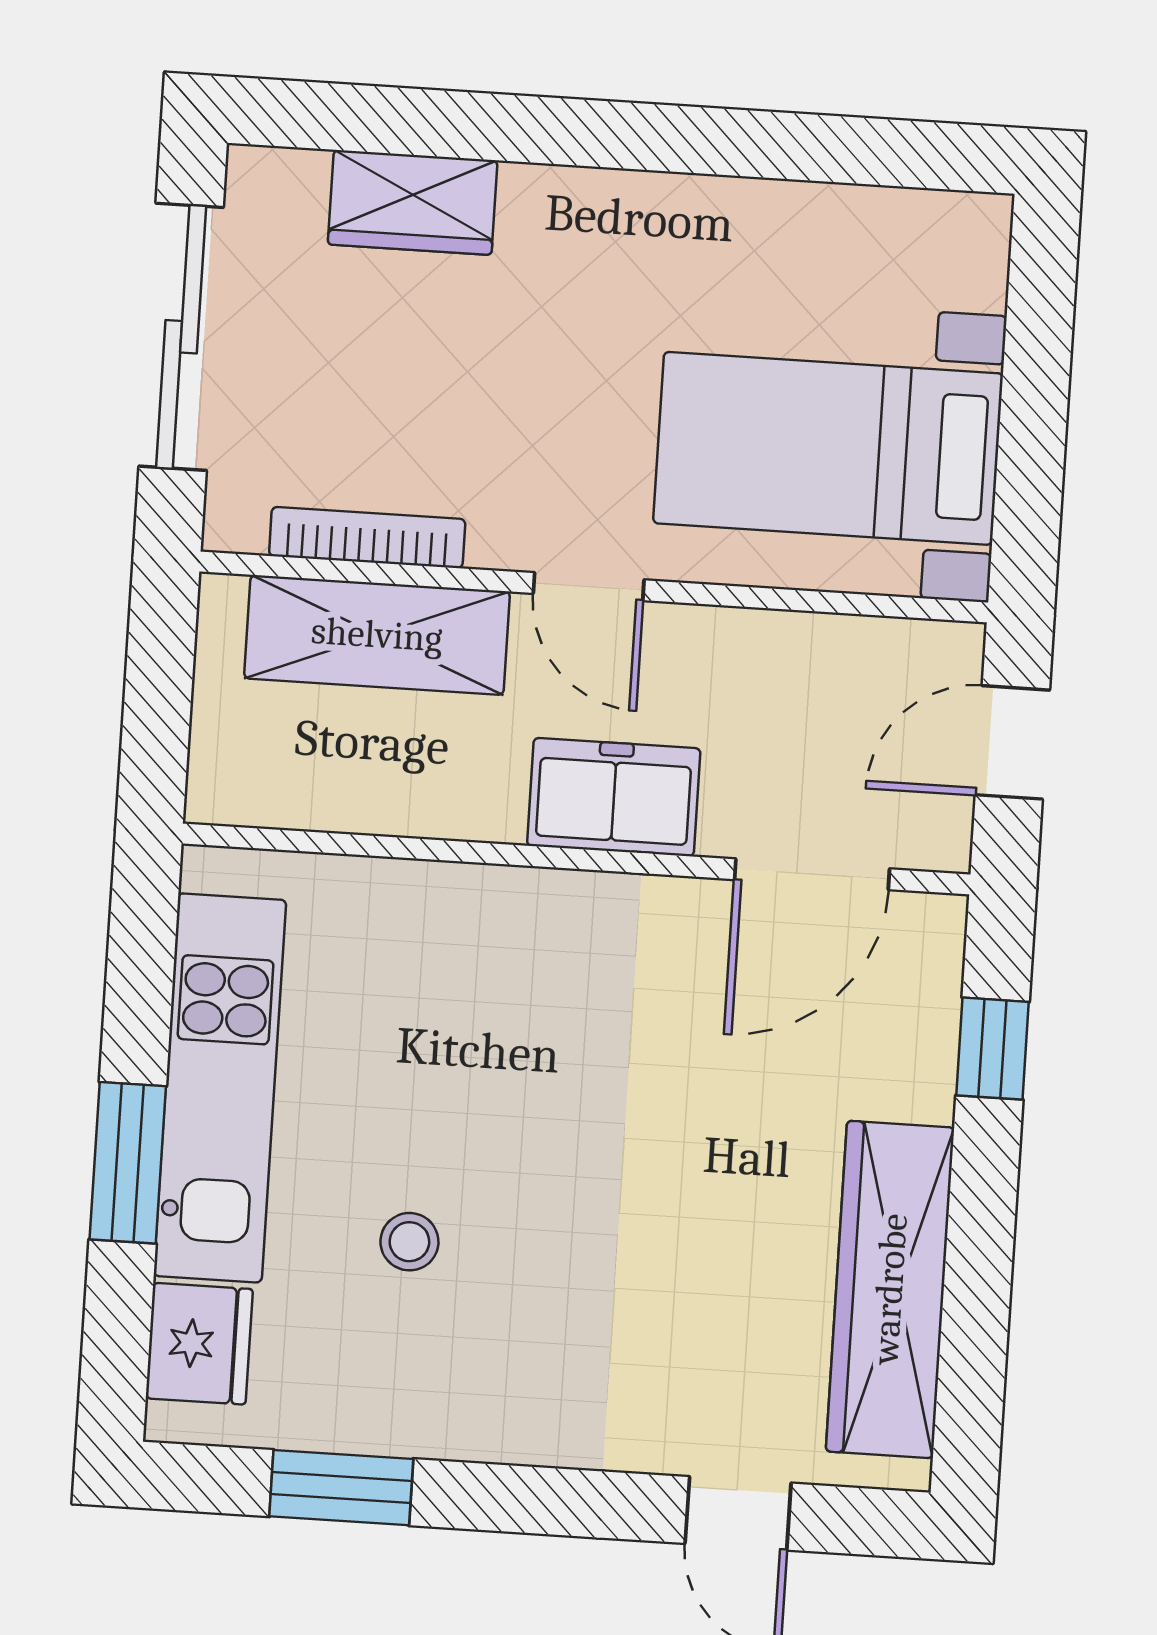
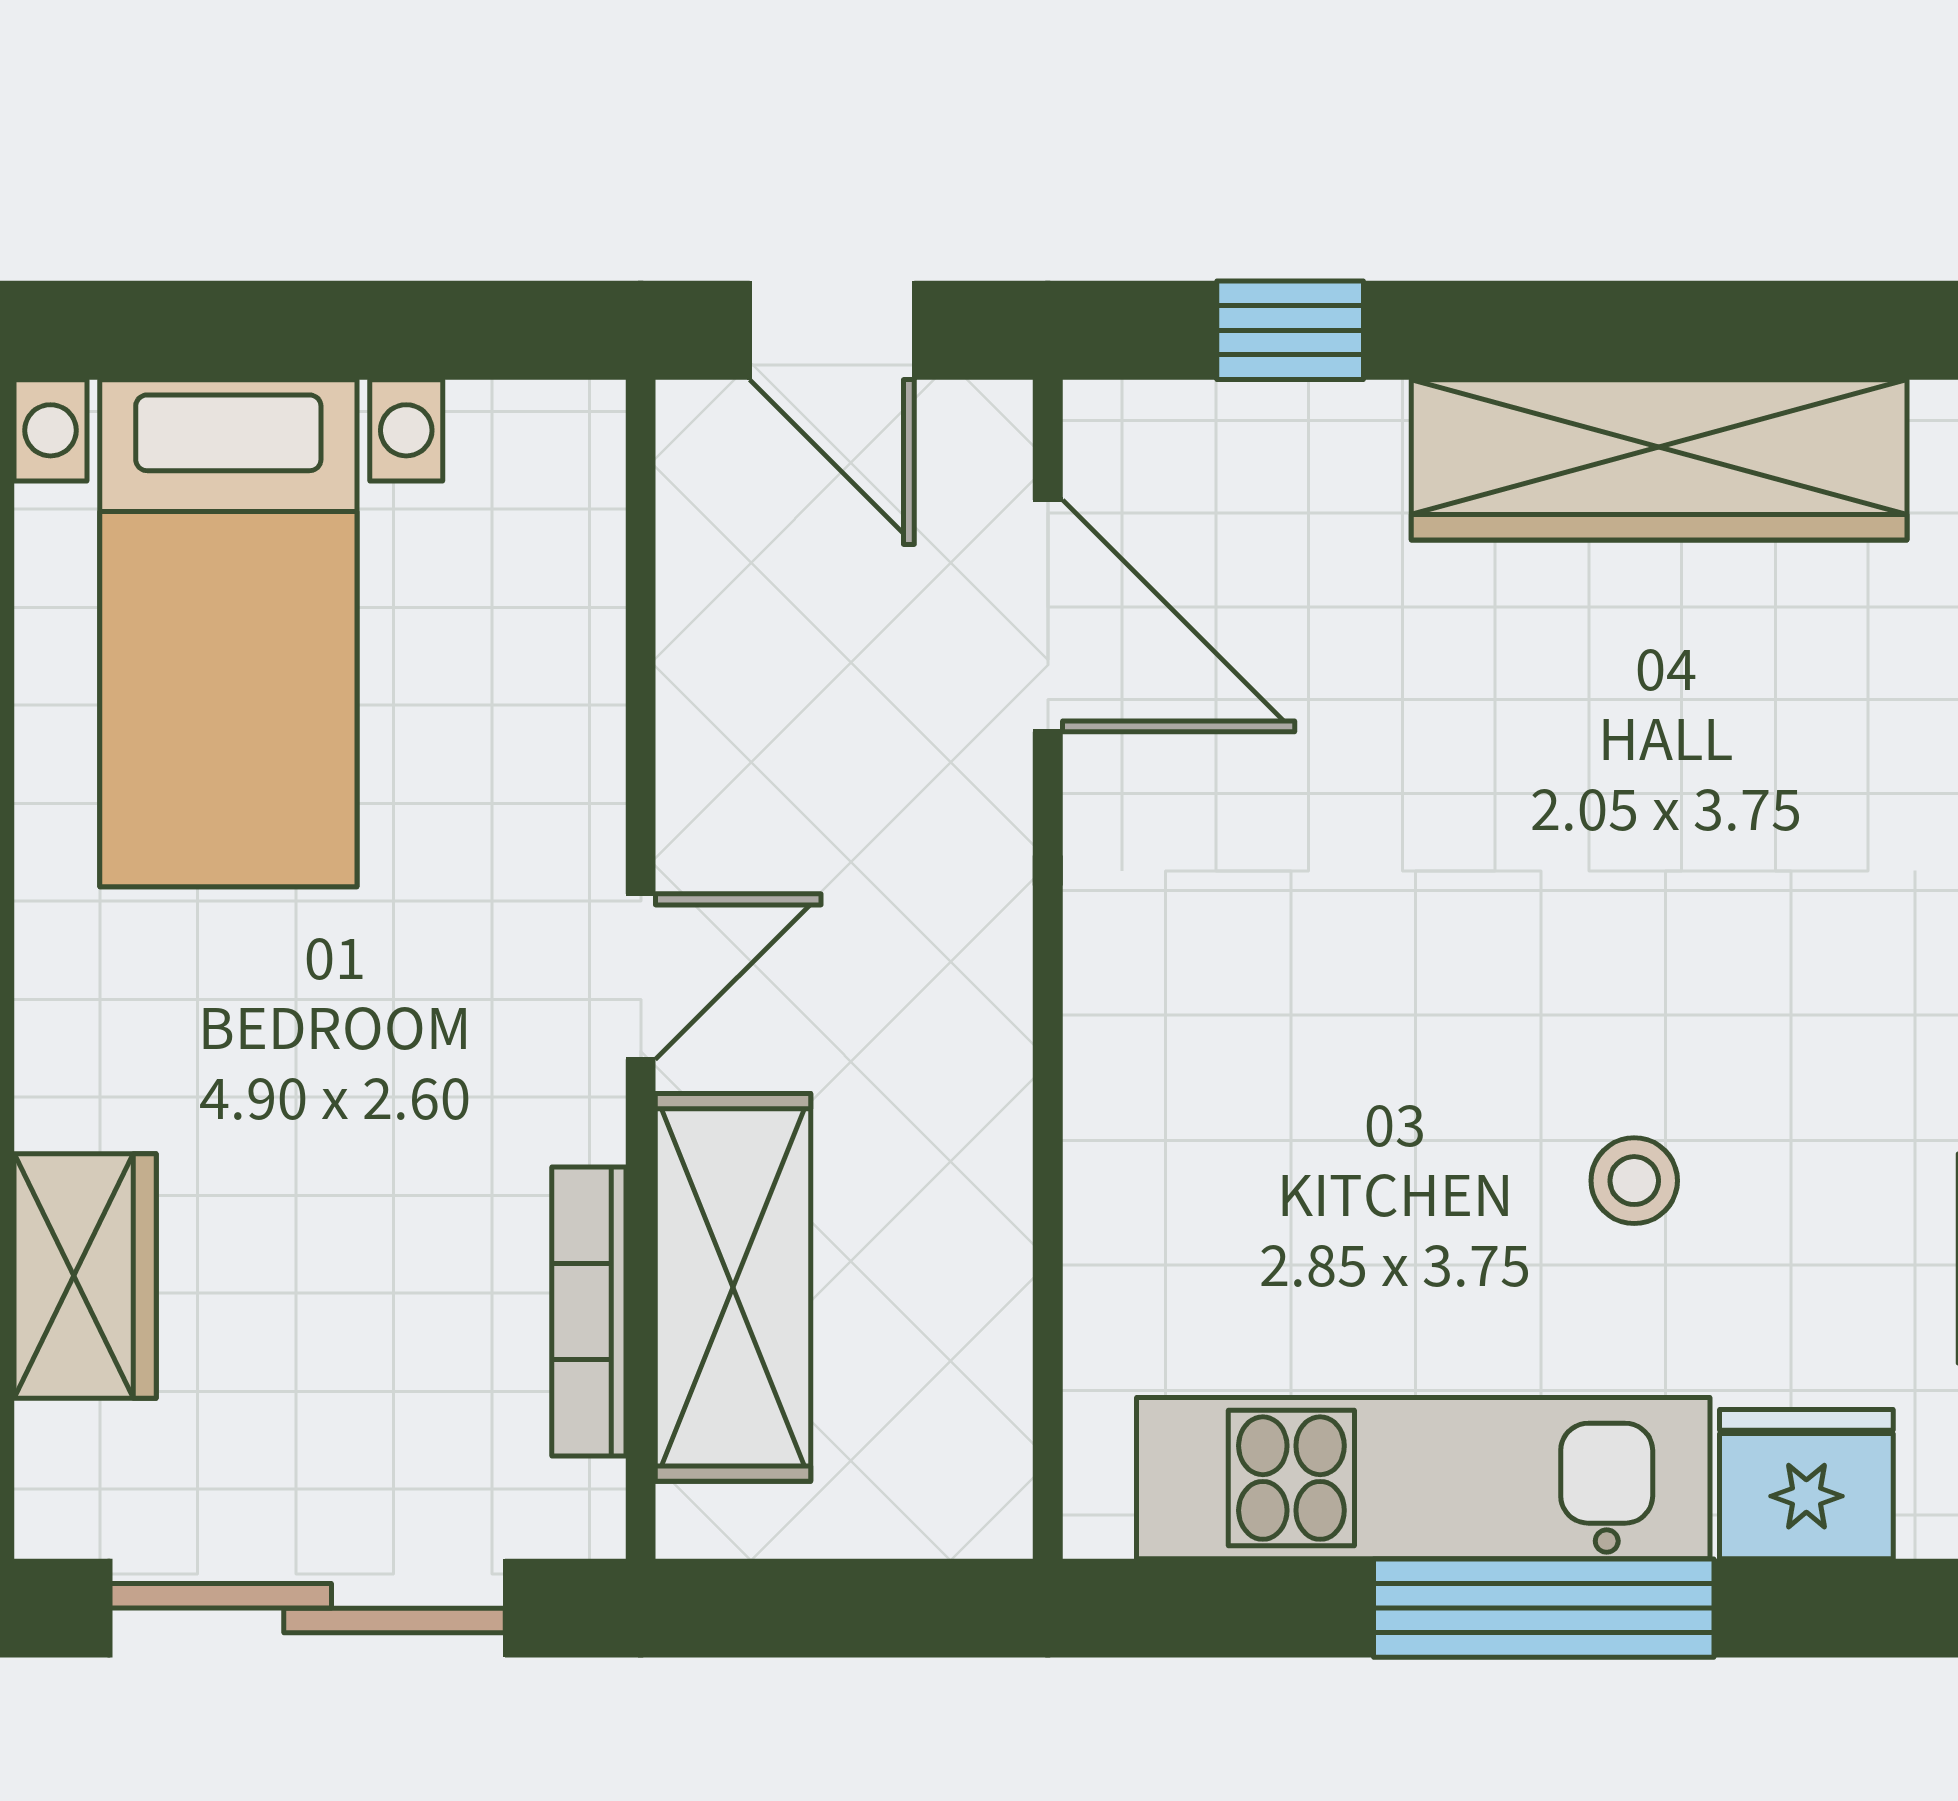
bed with nightstands: (828, 448) -> (228, 633), moved
freezer: (614, 797) -> (952, 919), removed
window: (128, 1163) -> (1544, 1608), width x1.44

